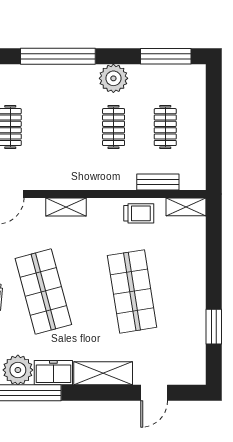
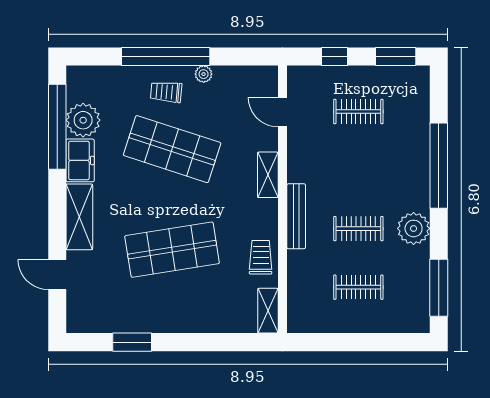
bench: (158, 182) -> (296, 216), moved, width x1.36
trolley: (139, 213) -> (261, 257), turned 180
shop shelf: (43, 291) -> (172, 149), turned 33

